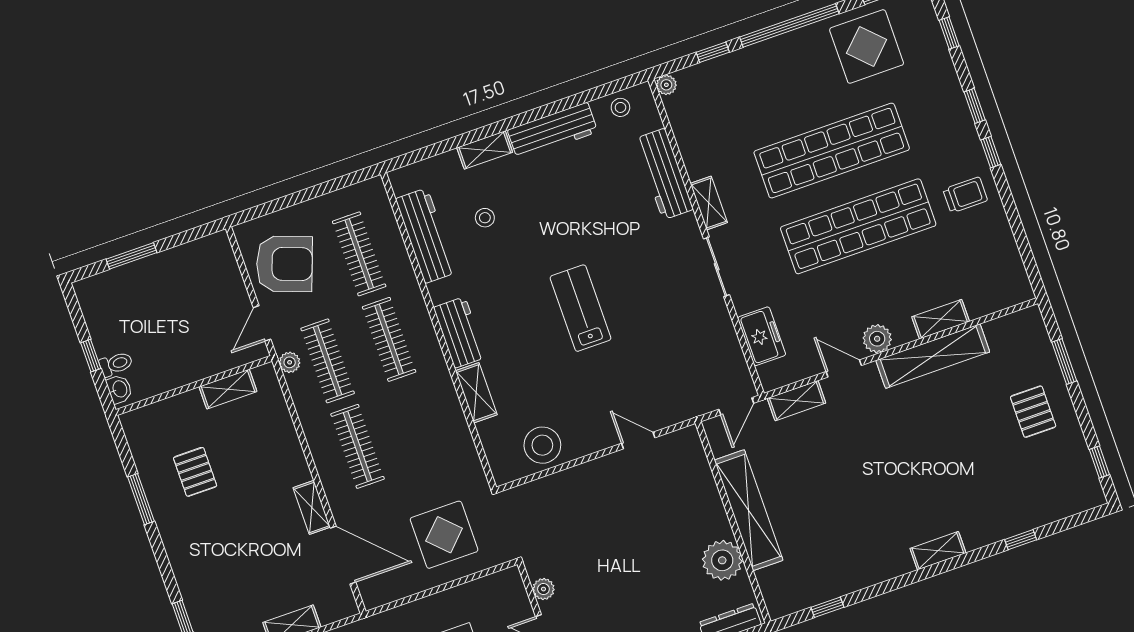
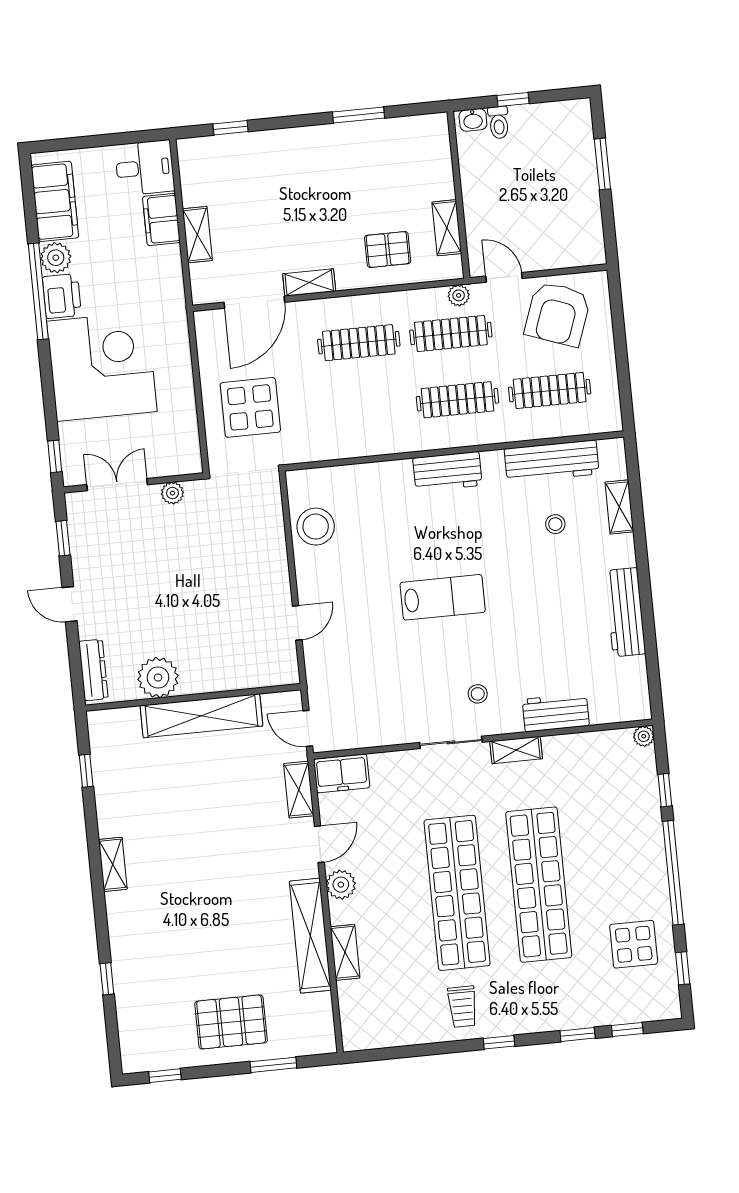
display table: (867, 46) -> (634, 944), width x0.73, depth x0.73
window: (975, 106) -> (578, 1034), moved
stool: (620, 107) -> (478, 694), moved
shelving: (485, 150) -> (619, 507), moved
workbench: (664, 174) -> (556, 713), width x0.73
freezer: (762, 336) -> (342, 773), moved
shelving: (476, 393) -> (384, 474), removed
pallet: (1033, 412) -> (231, 1022), width x1.50, depth x1.42
pallet: (195, 472) -> (388, 249), moved
shelving: (938, 551) -> (113, 864), moved

